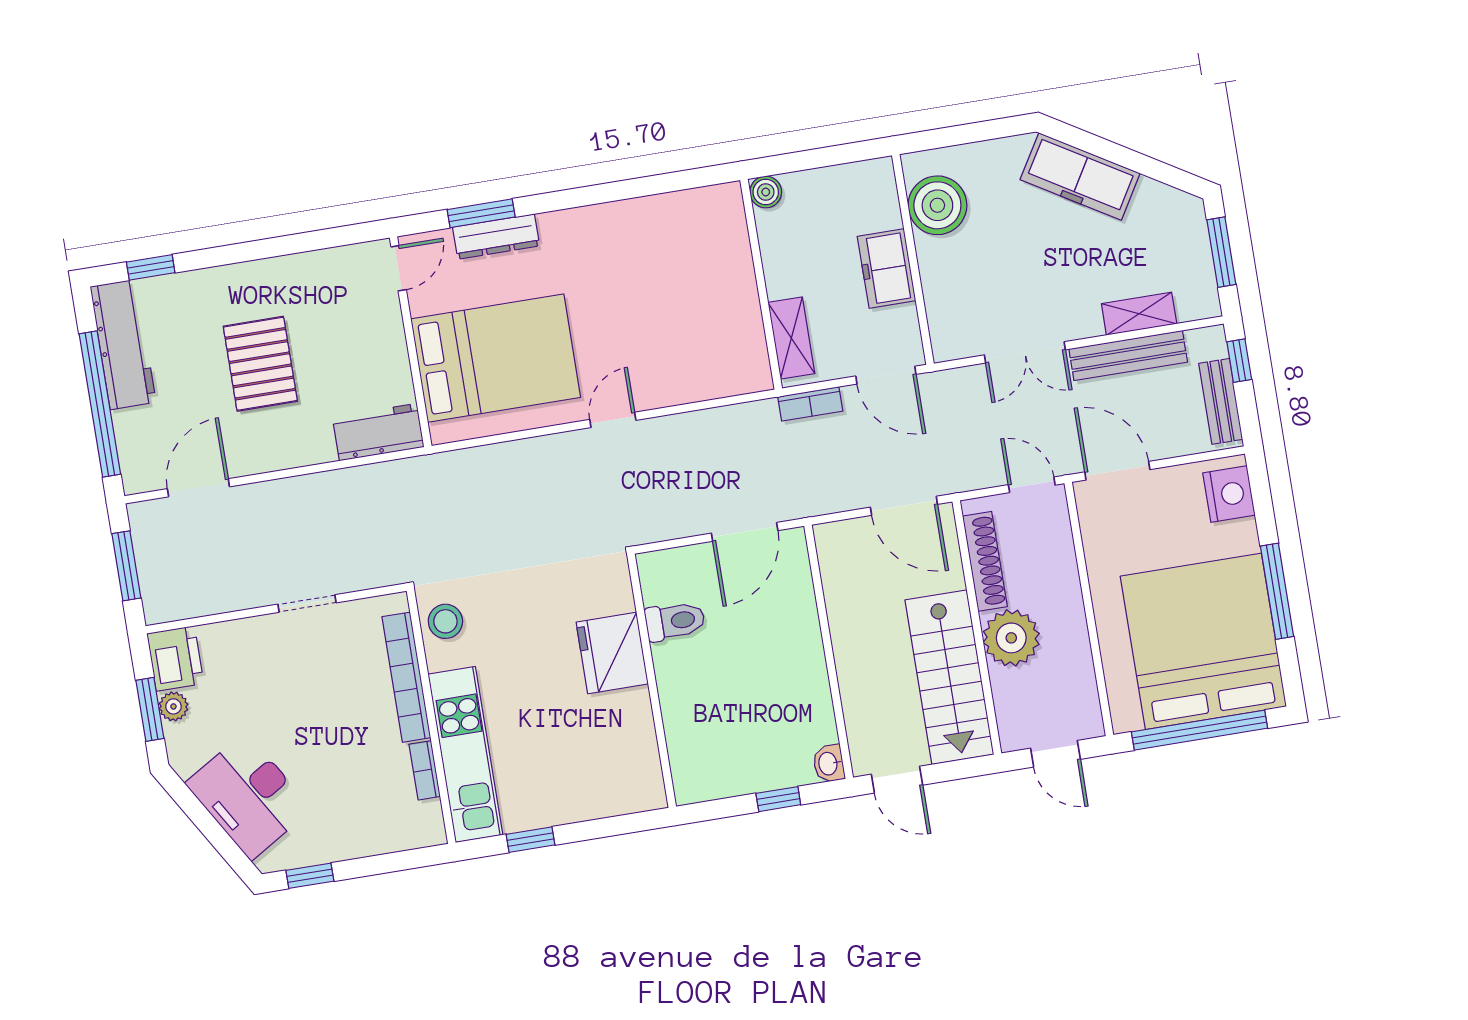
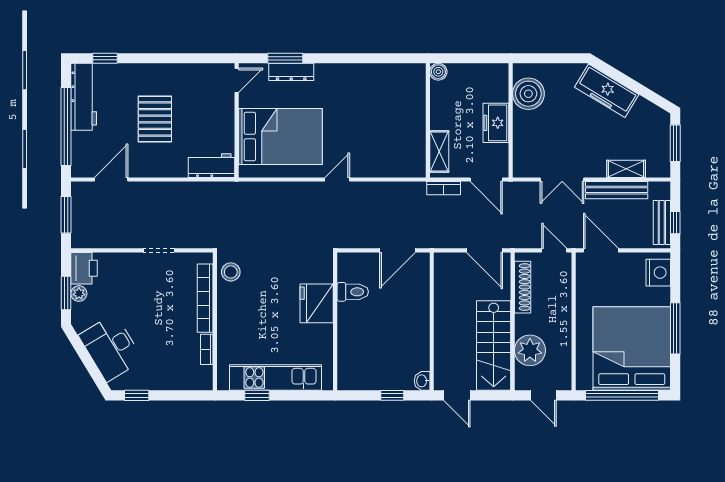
window: (1239, 361) -> (675, 223), moved
plant: (1011, 638) -> (530, 350), moved
kitchen unit: (465, 755) -> (275, 377), moved, turned -90

